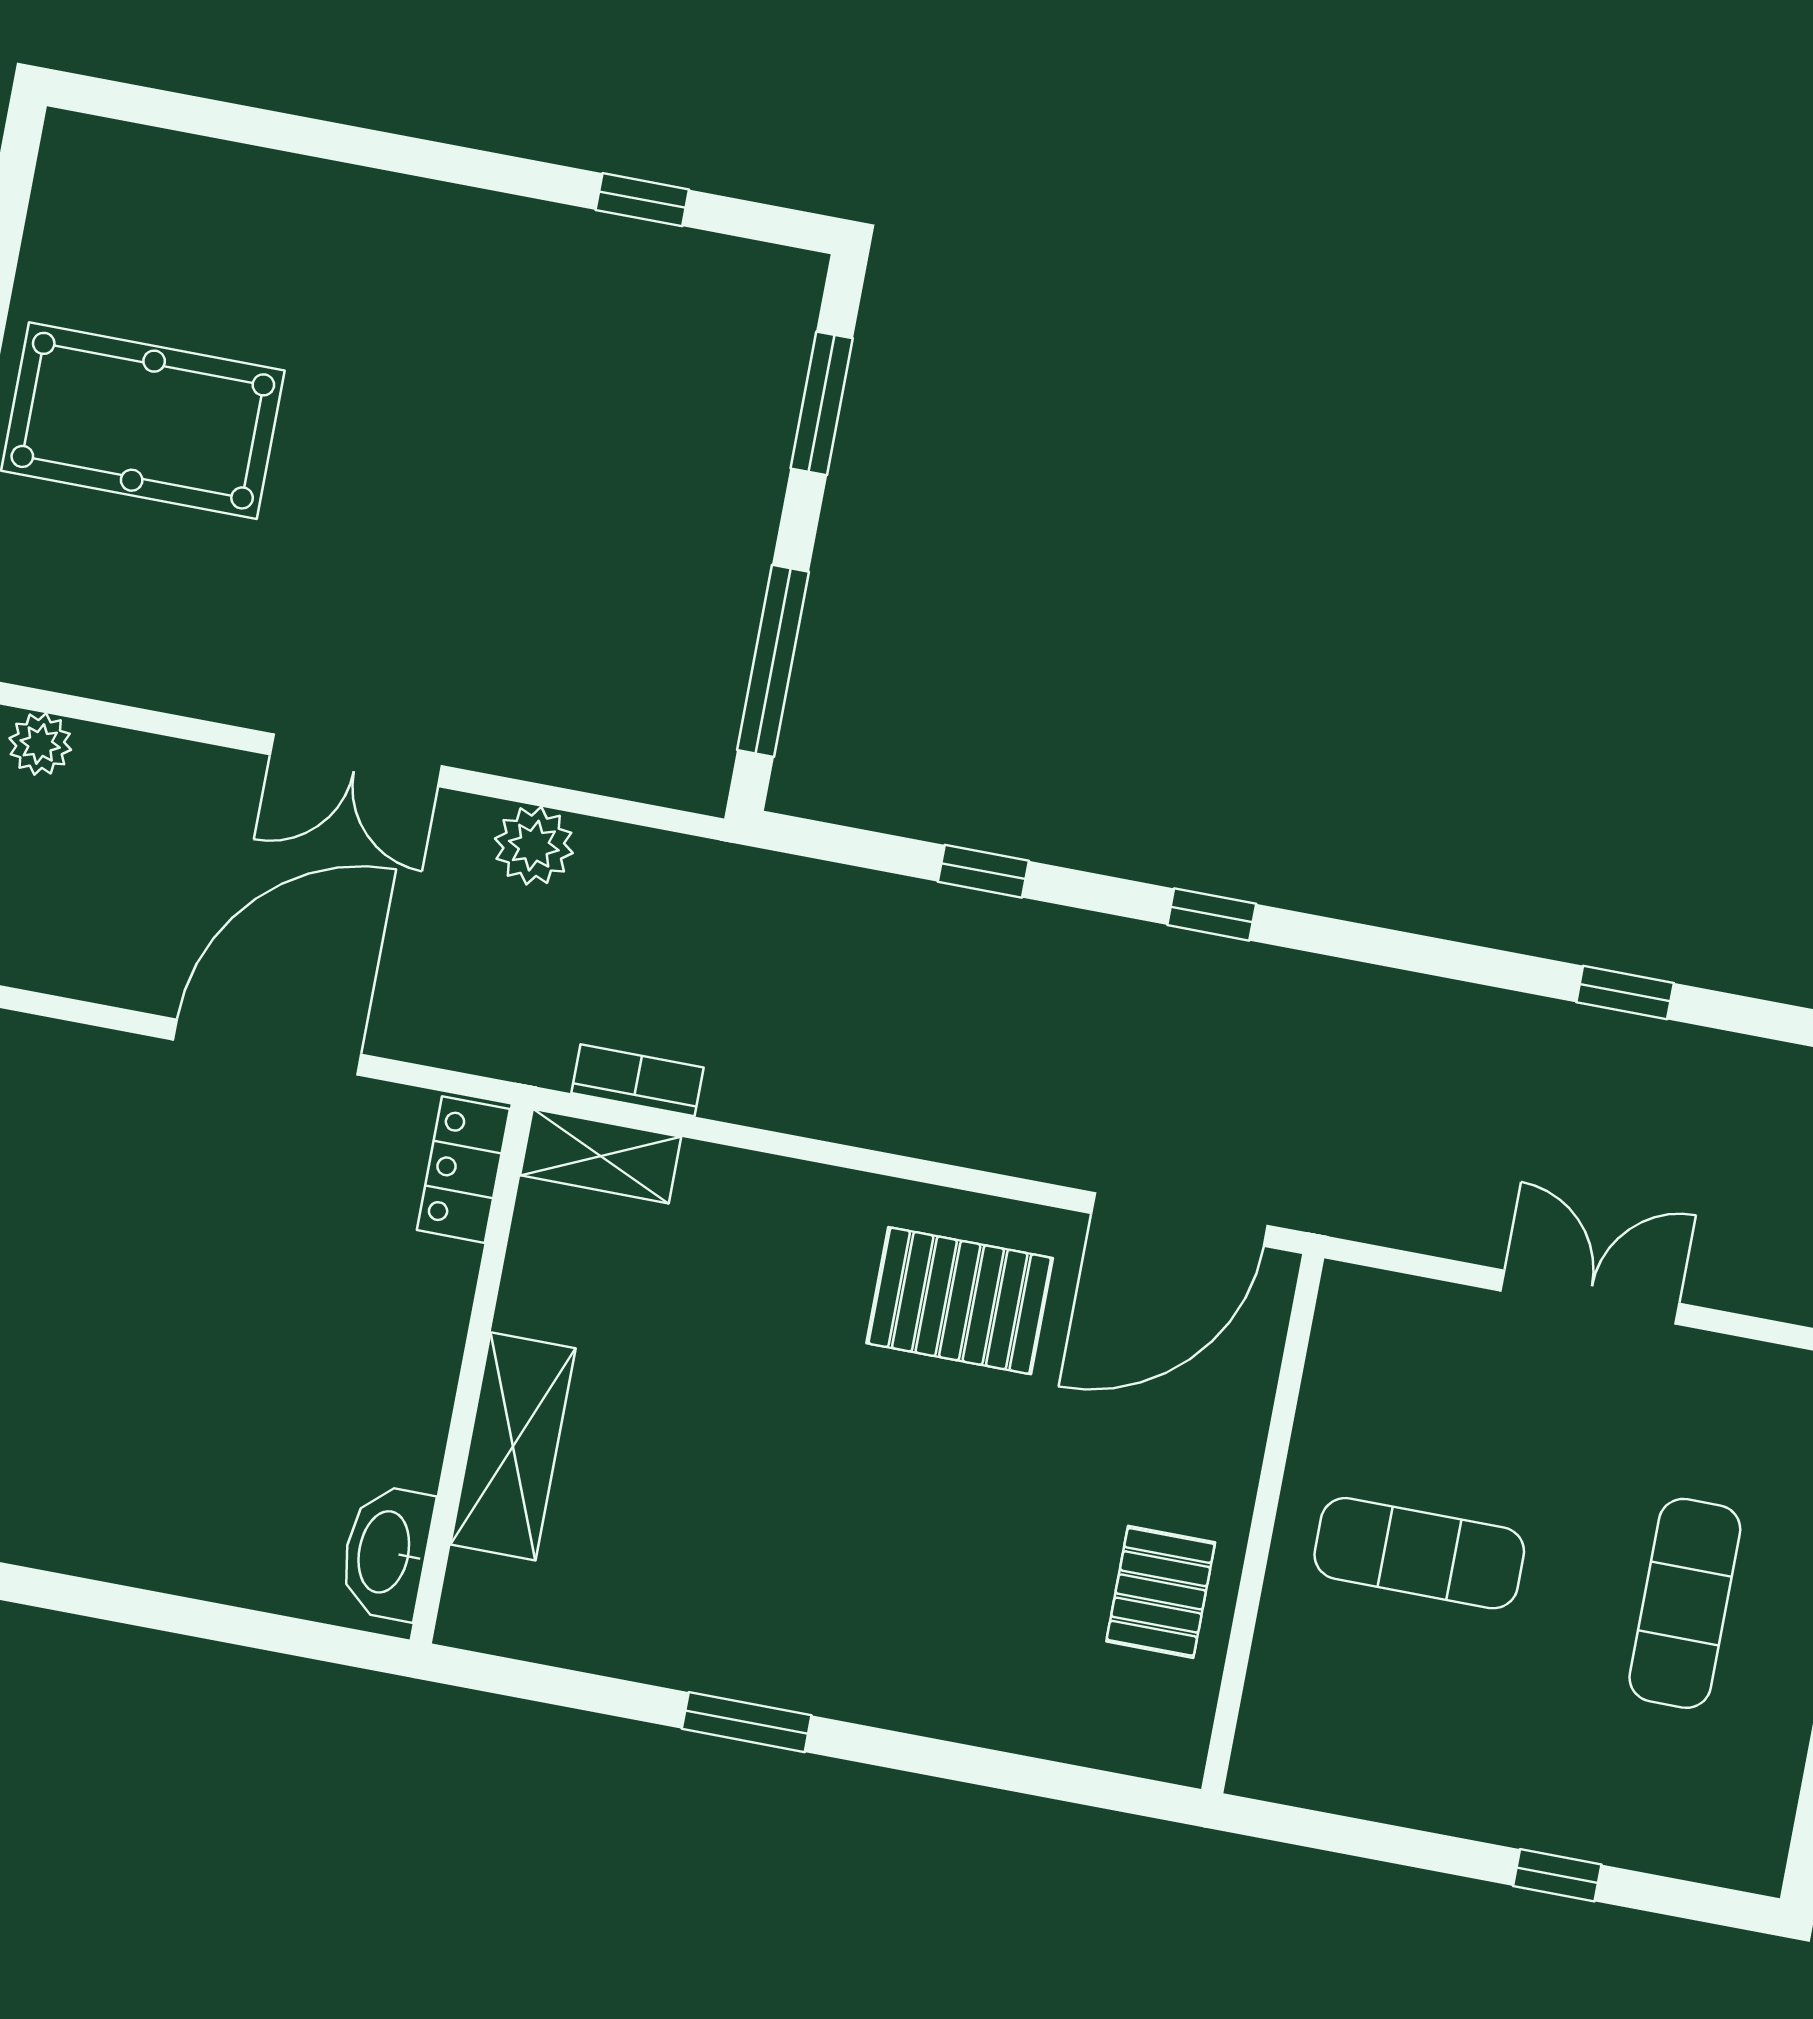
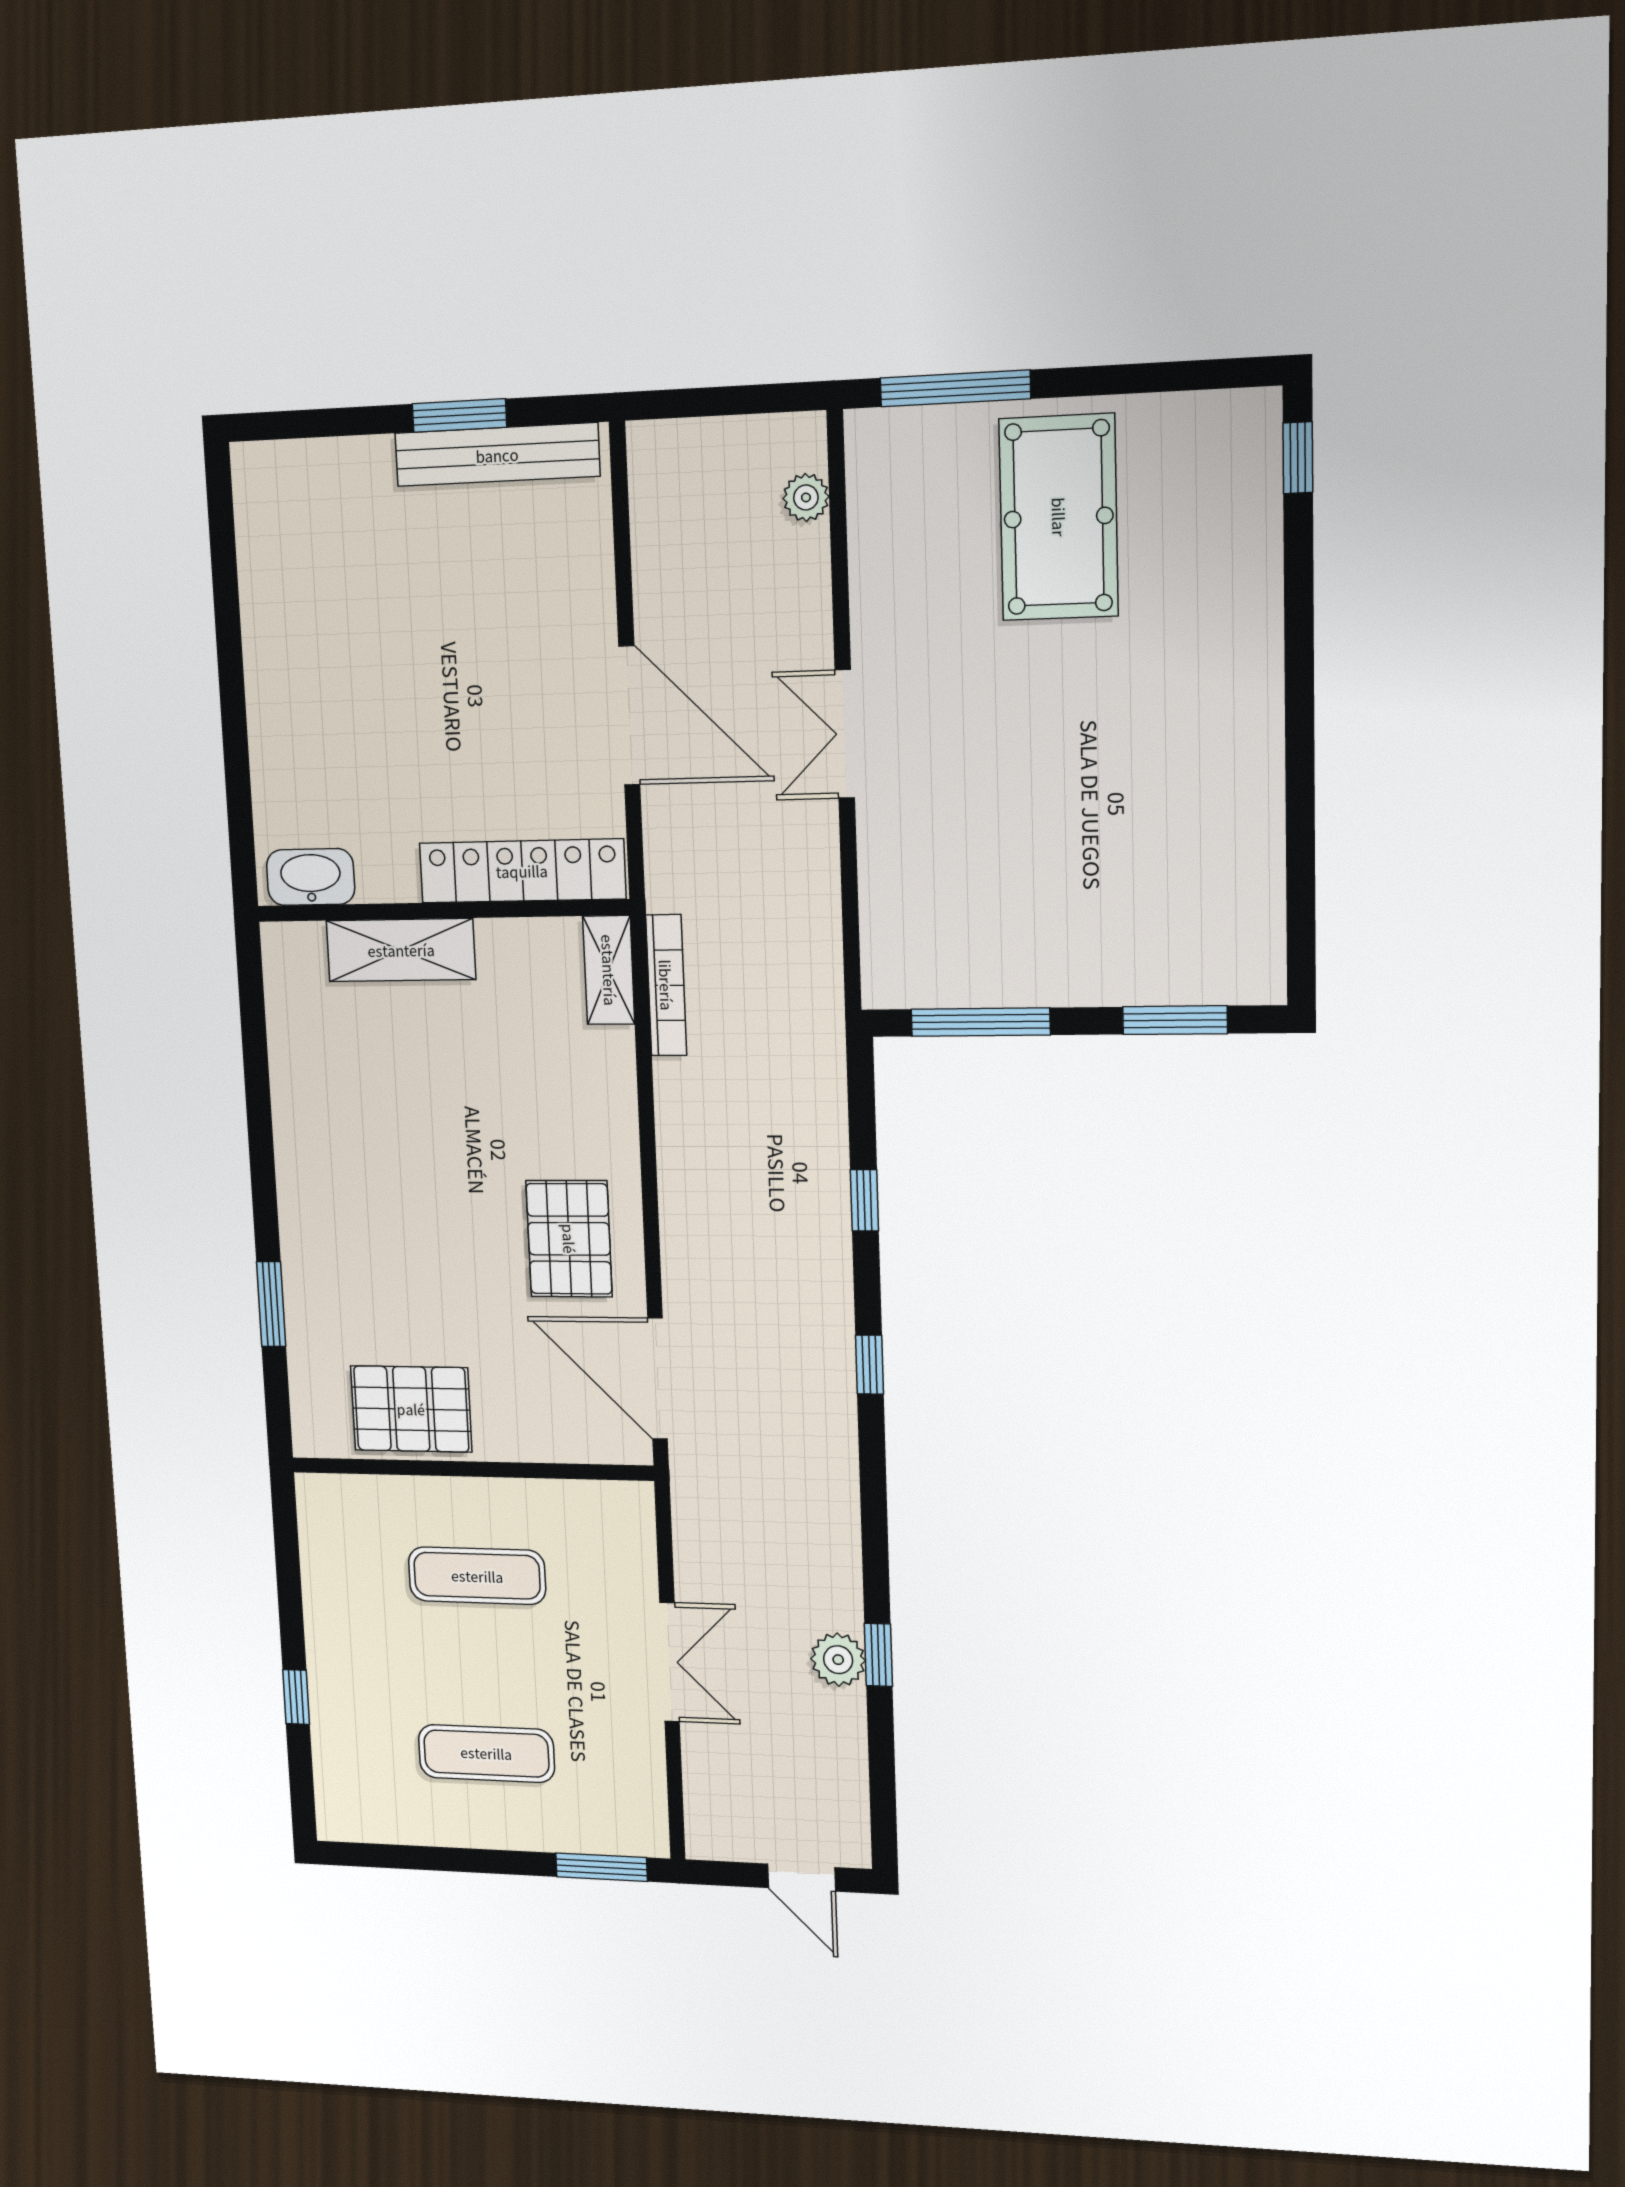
window: (642, 200) -> (1298, 458), moved
plant: (534, 846) -> (838, 1660), moved
bookcase: (637, 1080) -> (666, 985), width x1.56
locker: (463, 1170) -> (522, 871), width x2.16, depth x1.21
exercise mat: (1419, 1553) -> (477, 1576), turned 90
pallet: (1161, 1592) -> (411, 1409), width x1.50, depth x1.42
window: (747, 1722) -> (271, 1304), moved

